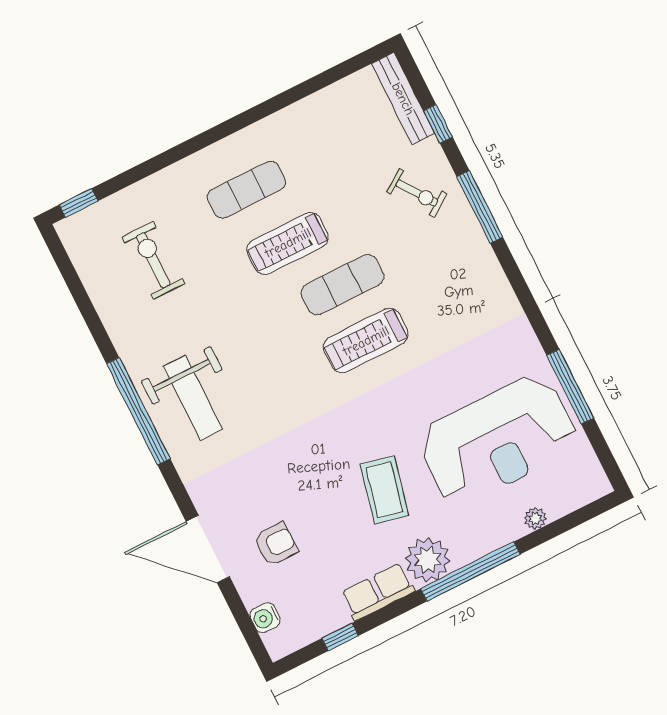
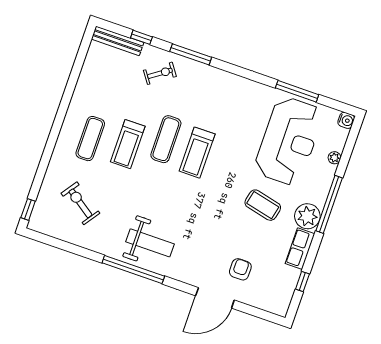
exercise bike: (153, 260) -> (80, 203), turned 35
water cooler: (265, 618) -> (346, 120), moved, turned -90

